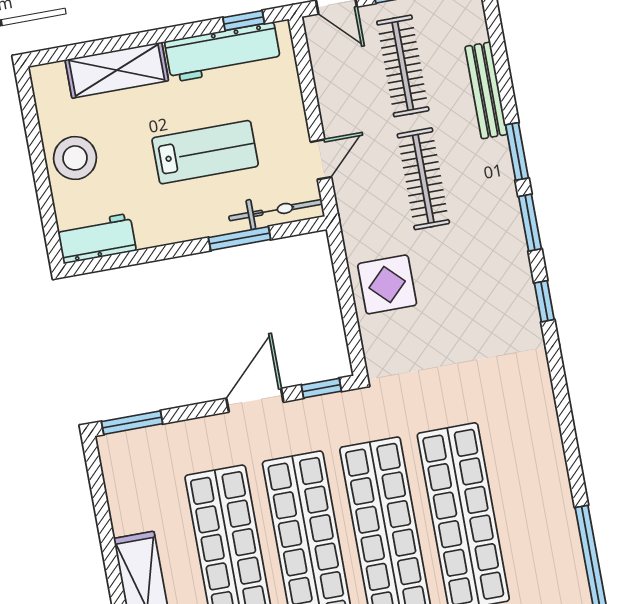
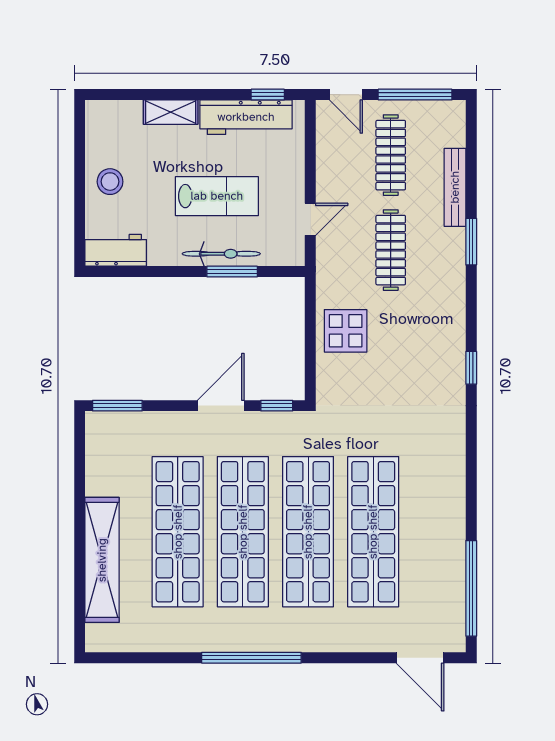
shelving: (117, 70) -> (171, 112), width x0.67, depth x0.75
stool: (75, 158) -> (110, 182), width x0.73, depth x0.73
bicycle: (276, 210) -> (221, 254), moved
window: (530, 223) -> (471, 302), removed

